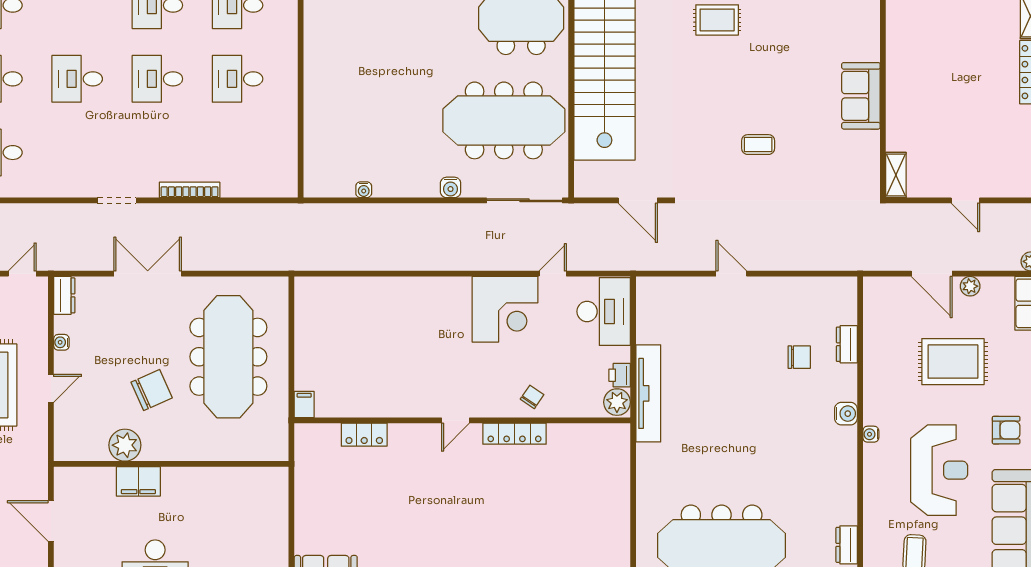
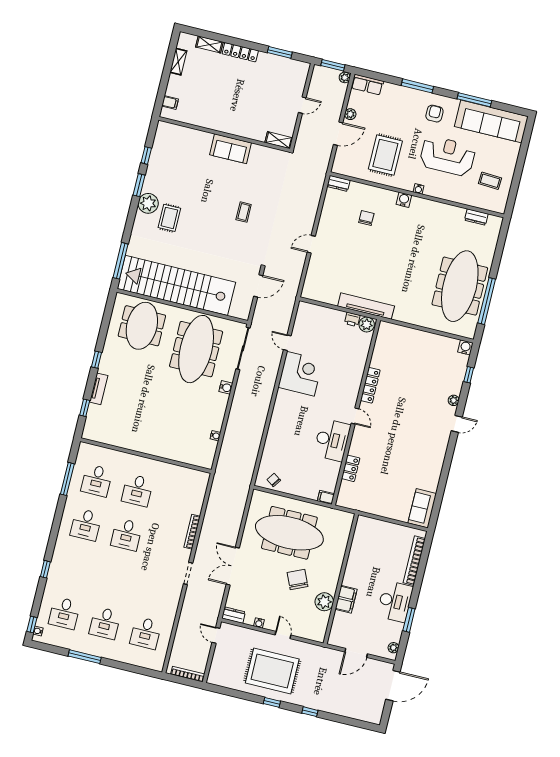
desk: (77, 79) -> (116, 579), removed
desk: (604, 311) -> (332, 440), moved, turned 90
dresser: (847, 344) -> (339, 183), moved
rug: (953, 362) -> (385, 155), moved
chair: (532, 397) -> (274, 480), moved

